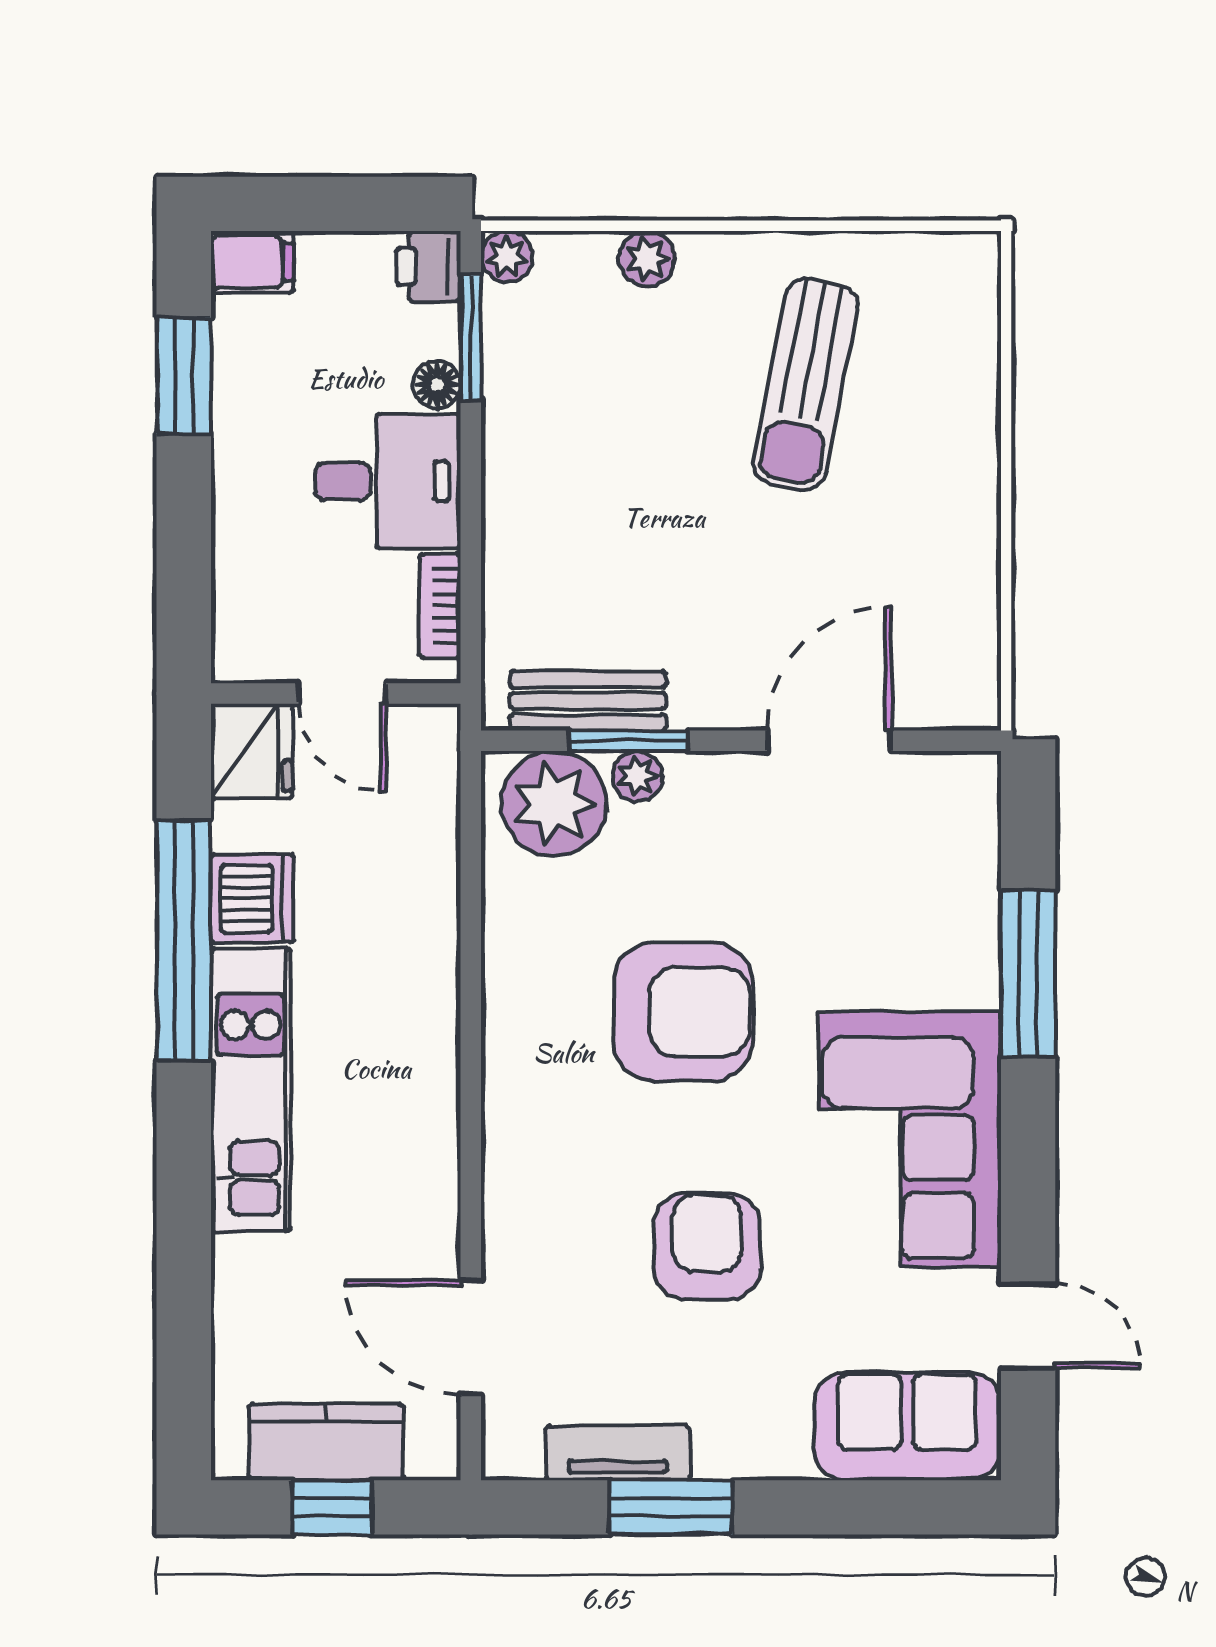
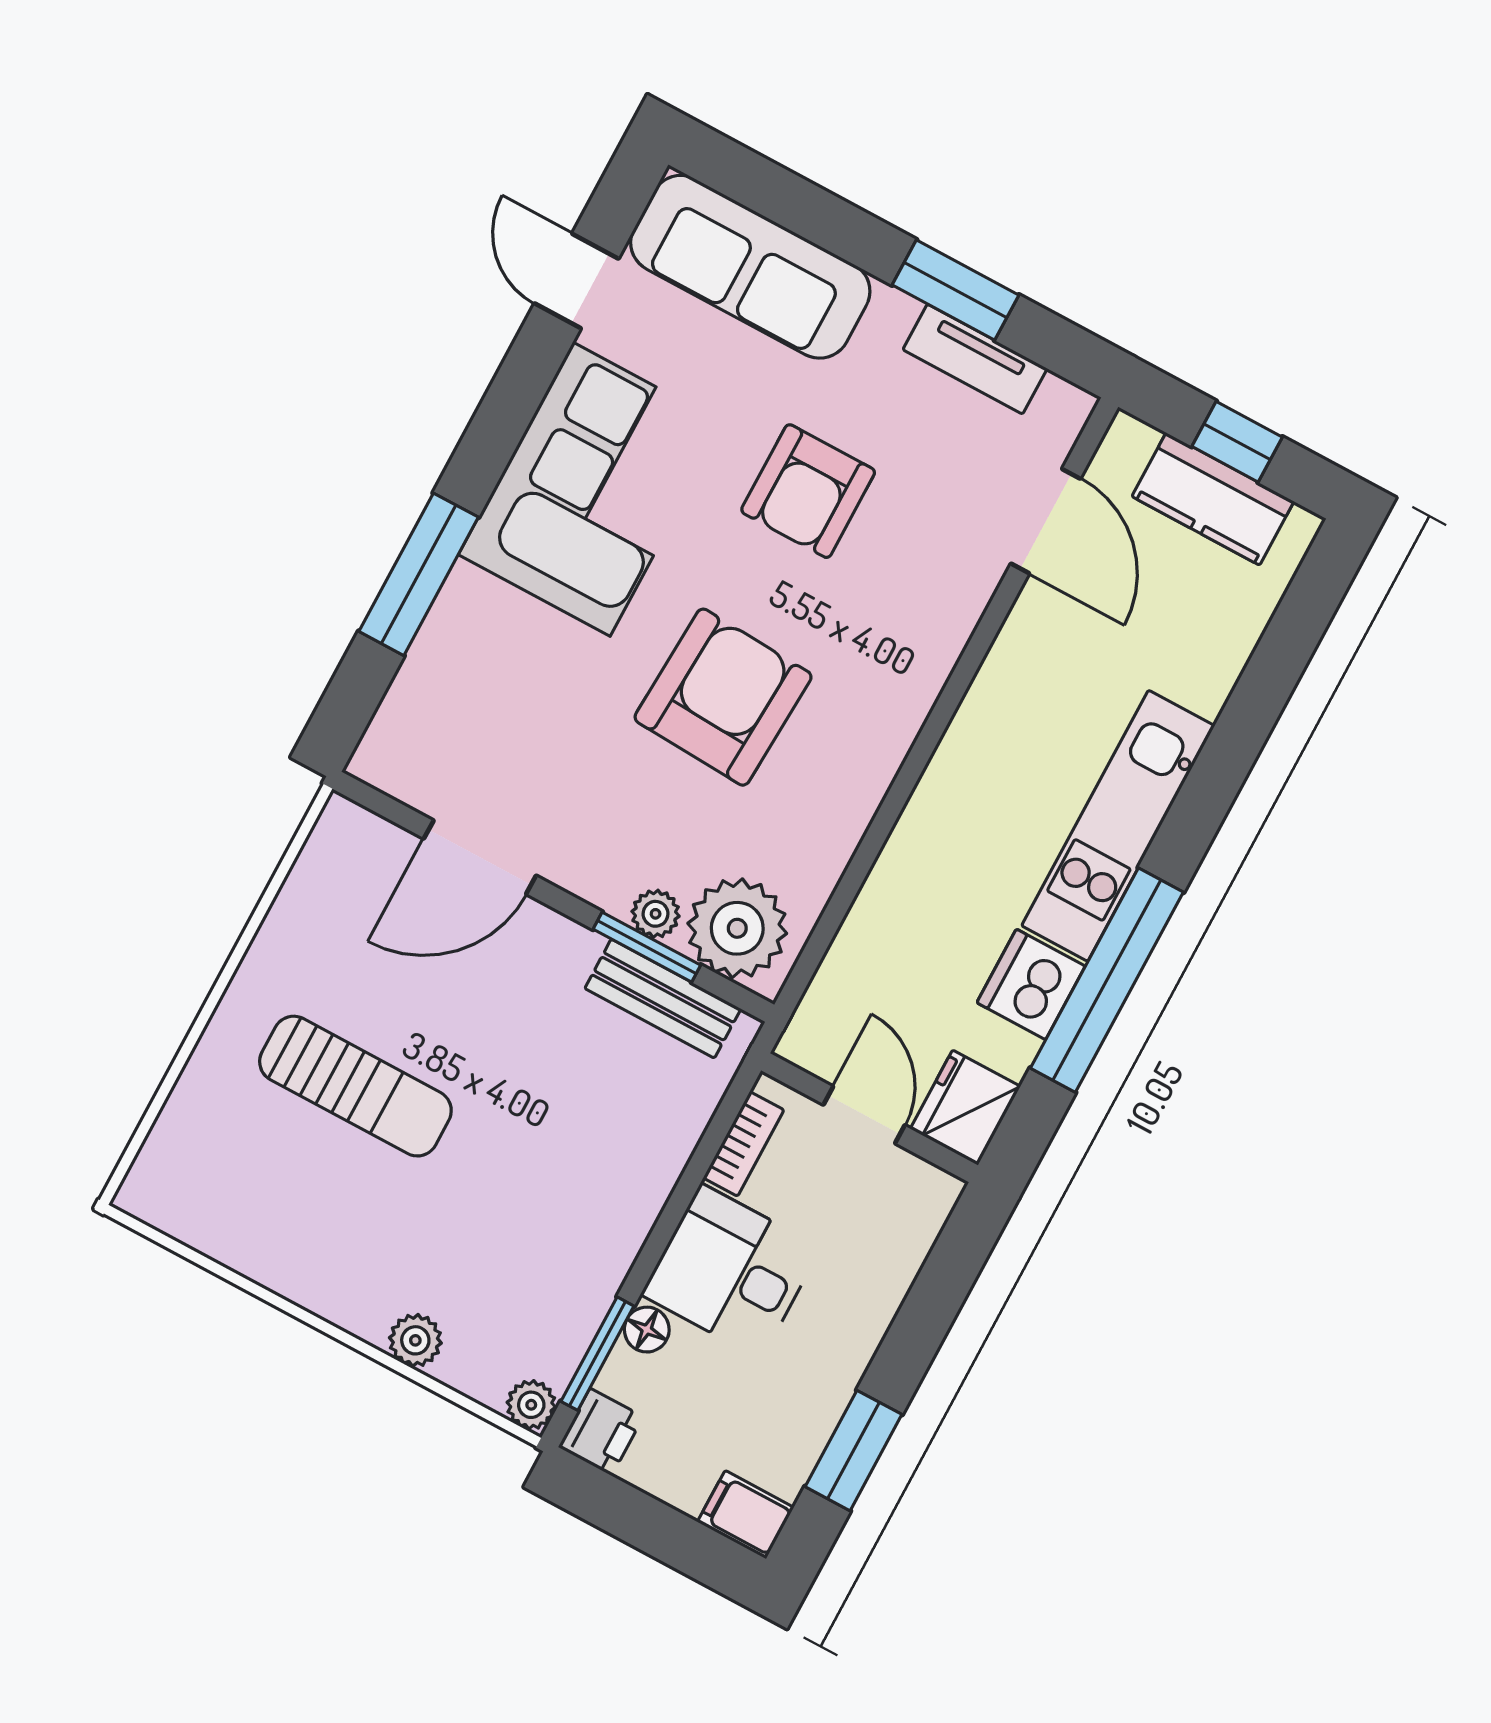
sun lounger: (805, 384) -> (355, 1086), moved, turned 79
armchair: (683, 1012) -> (723, 697), turned 93
sofa: (907, 1426) -> (750, 267), width x1.36

